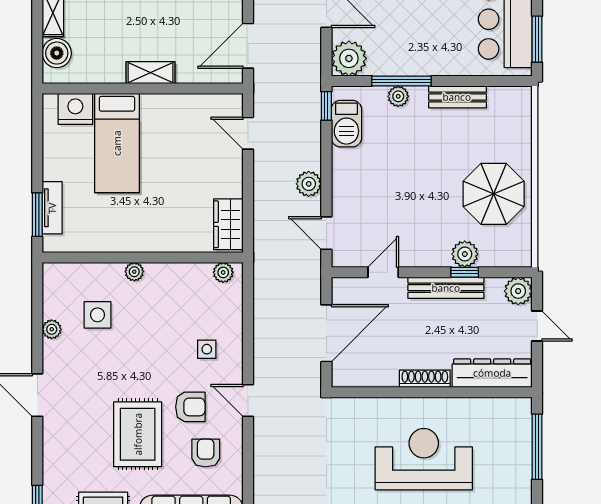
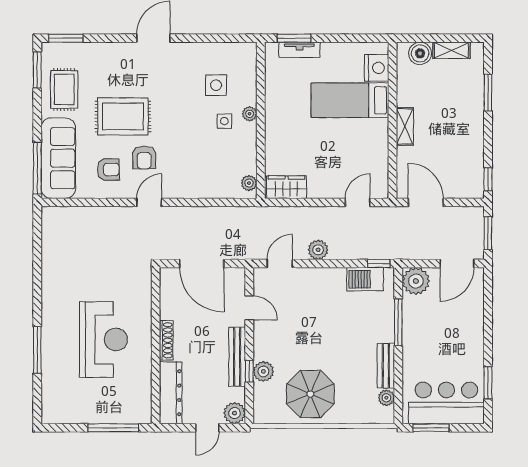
plant: (398, 96) -> (386, 398), moved
plant: (52, 329) -> (205, 49), removed
side table: (207, 349) -> (224, 121), moved

